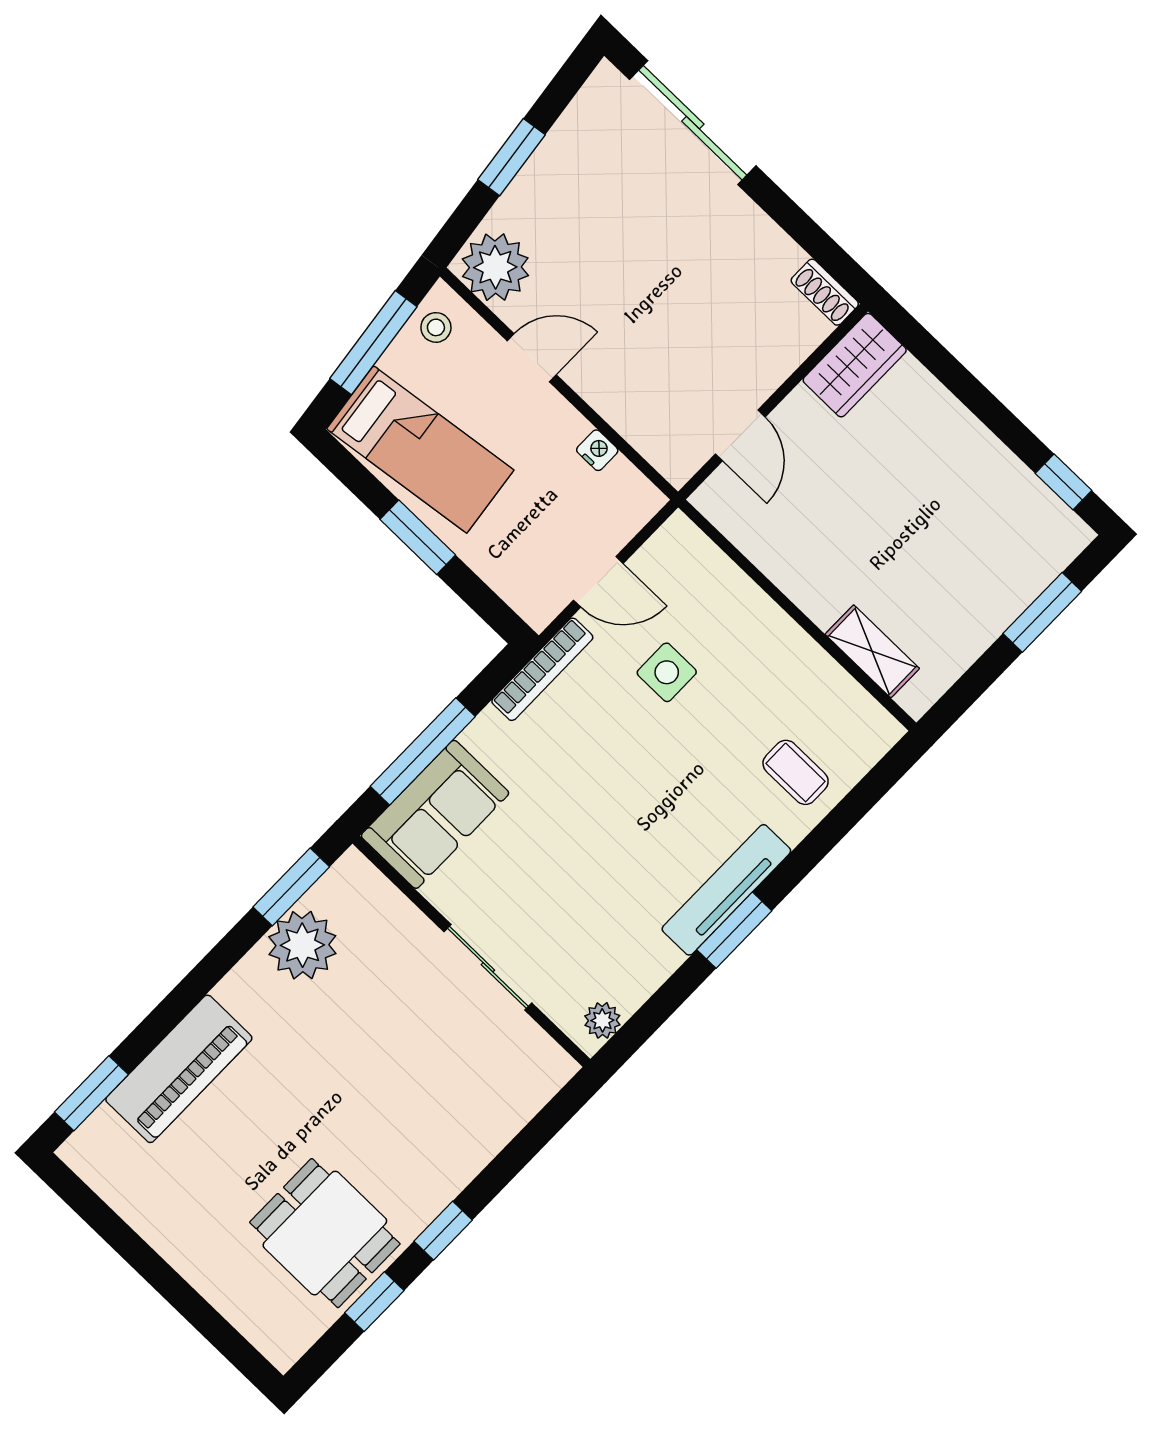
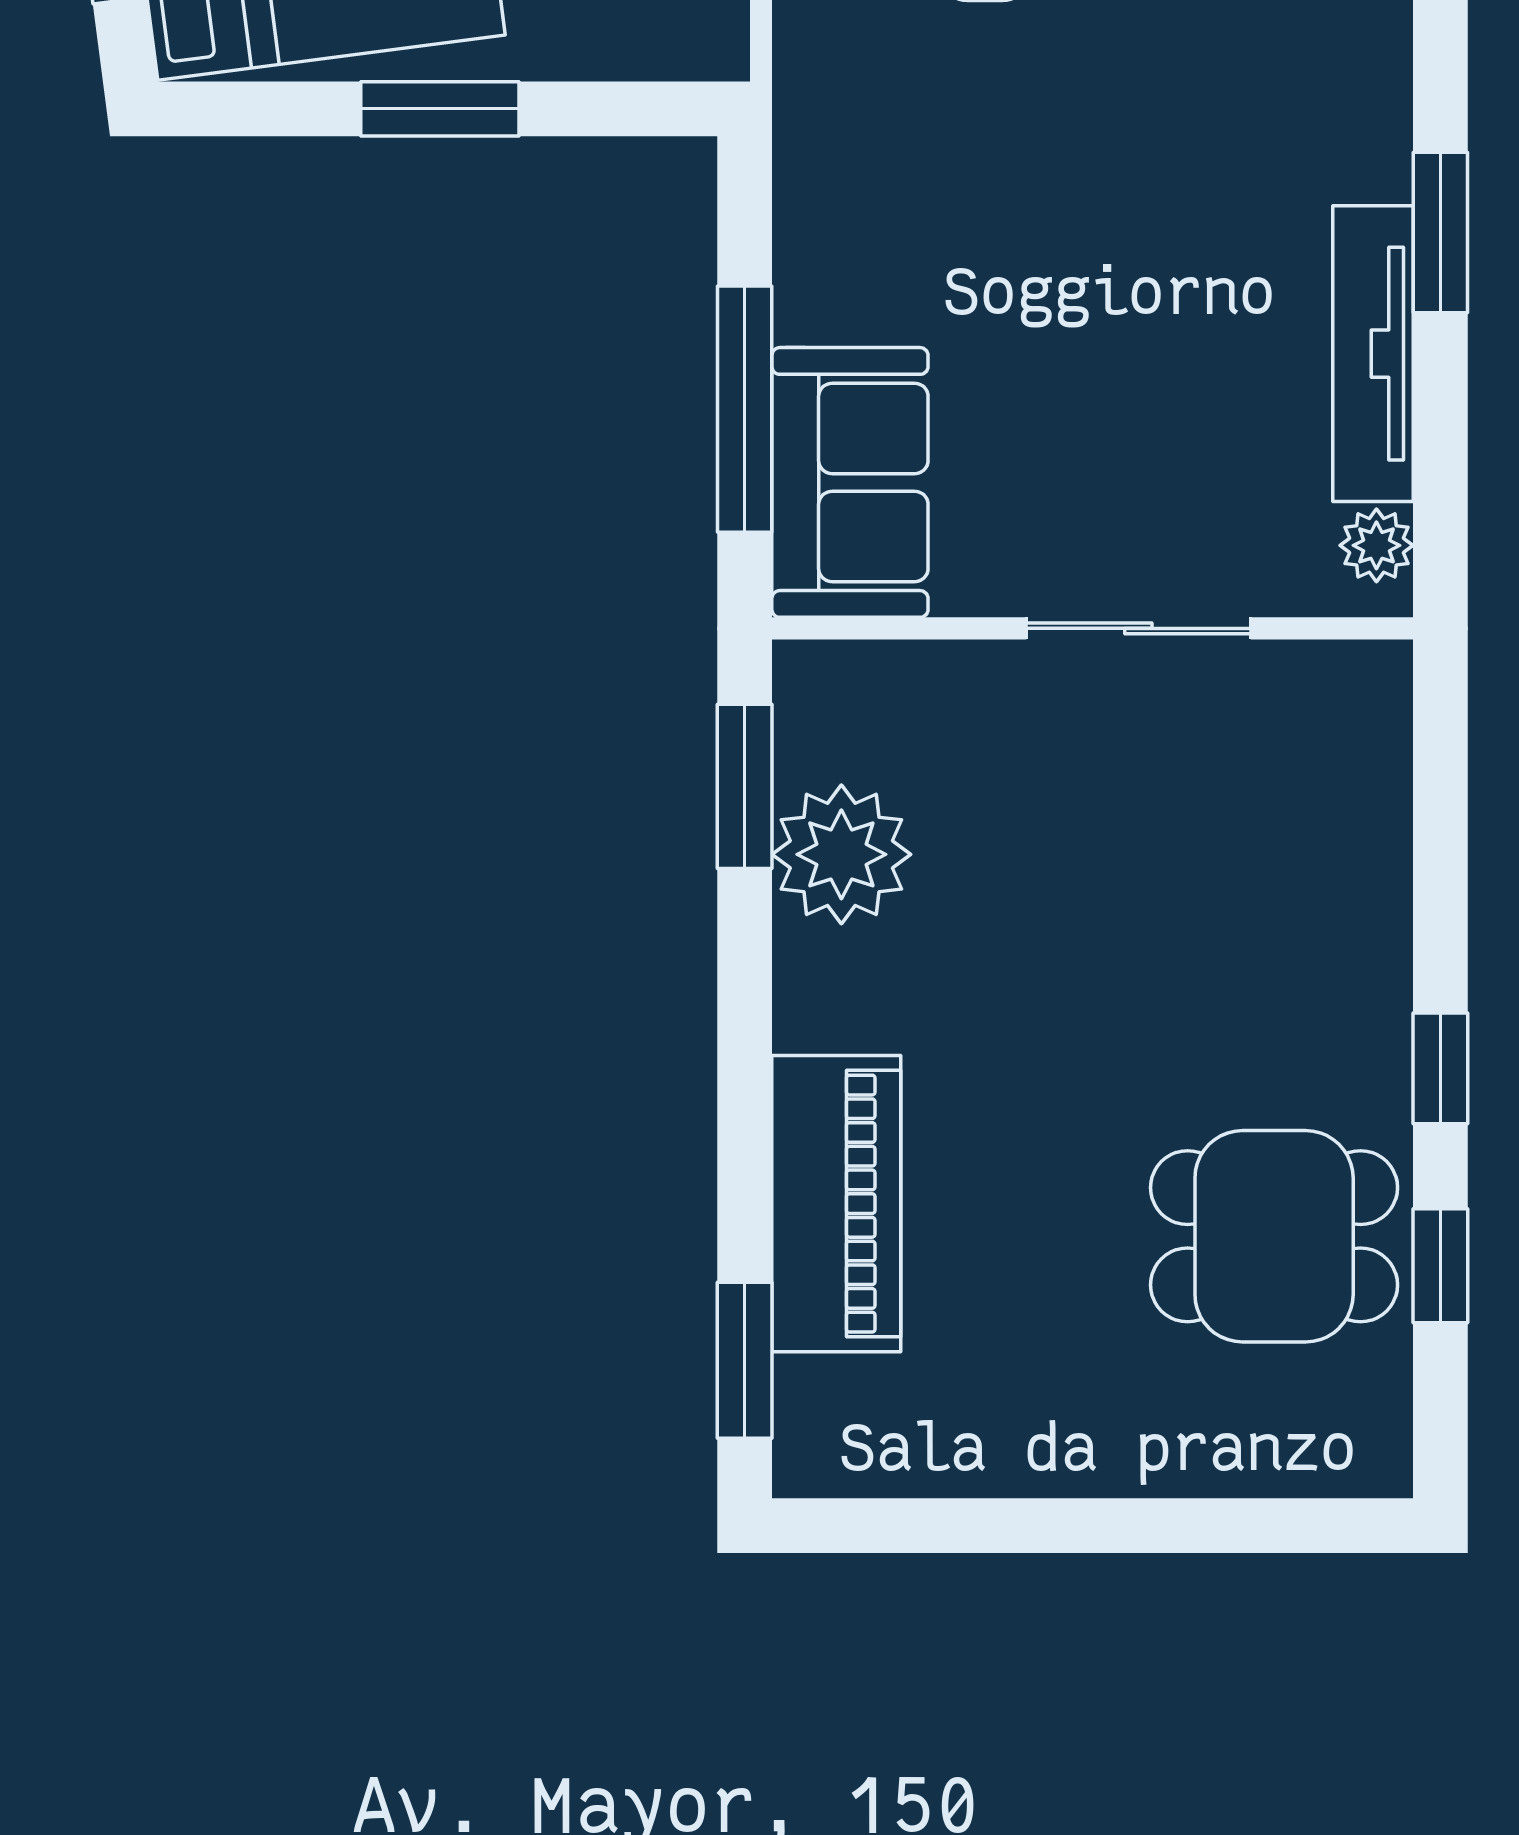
bookcase: (542, 669) -> (802, 125), removed
tv unit: (726, 890) -> (1373, 354), moved

